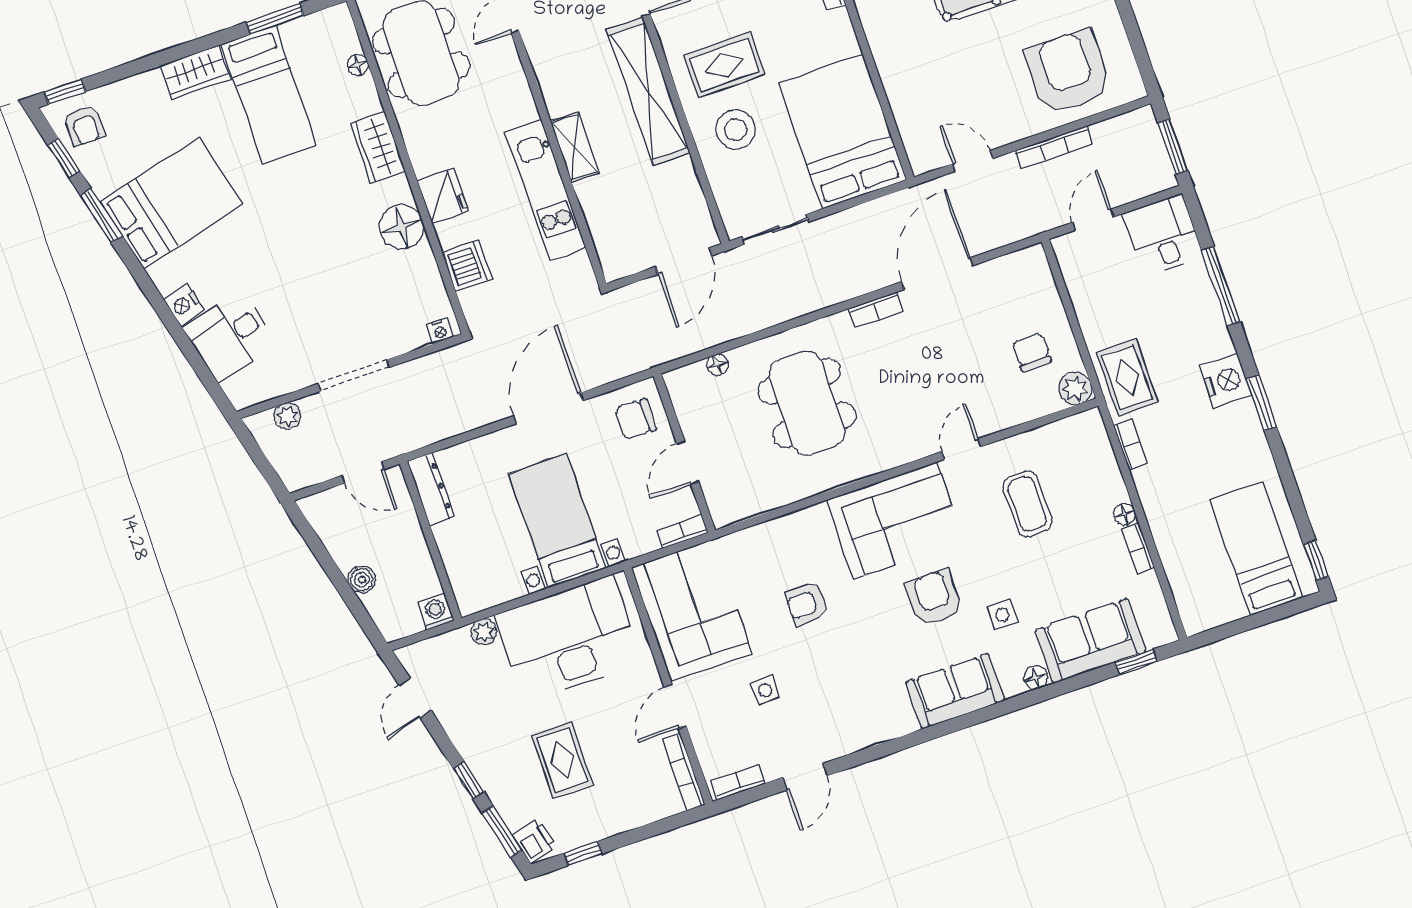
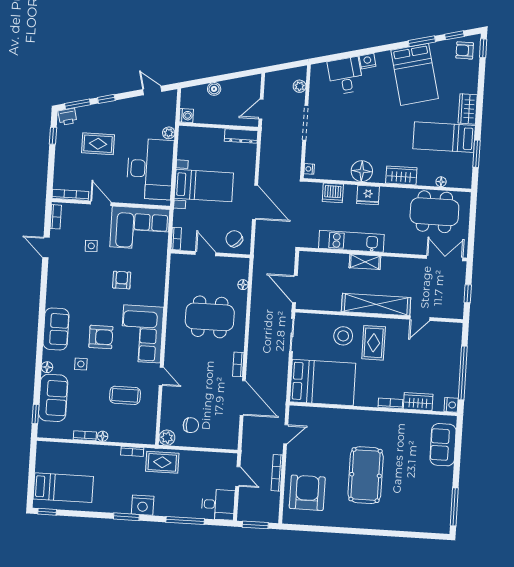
armchair: (1068, 72) -> (307, 493), turned -90
chair: (636, 419) -> (234, 239), turned -43

